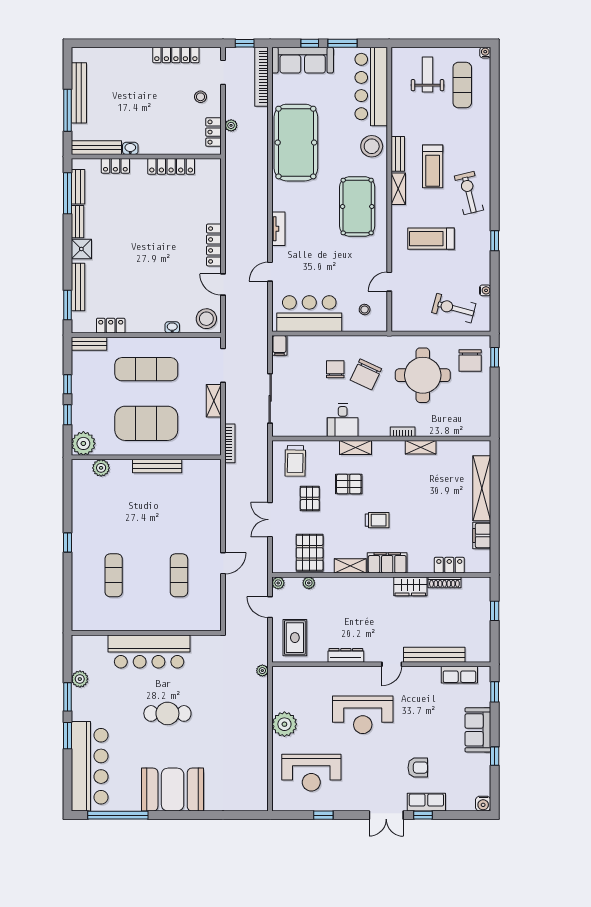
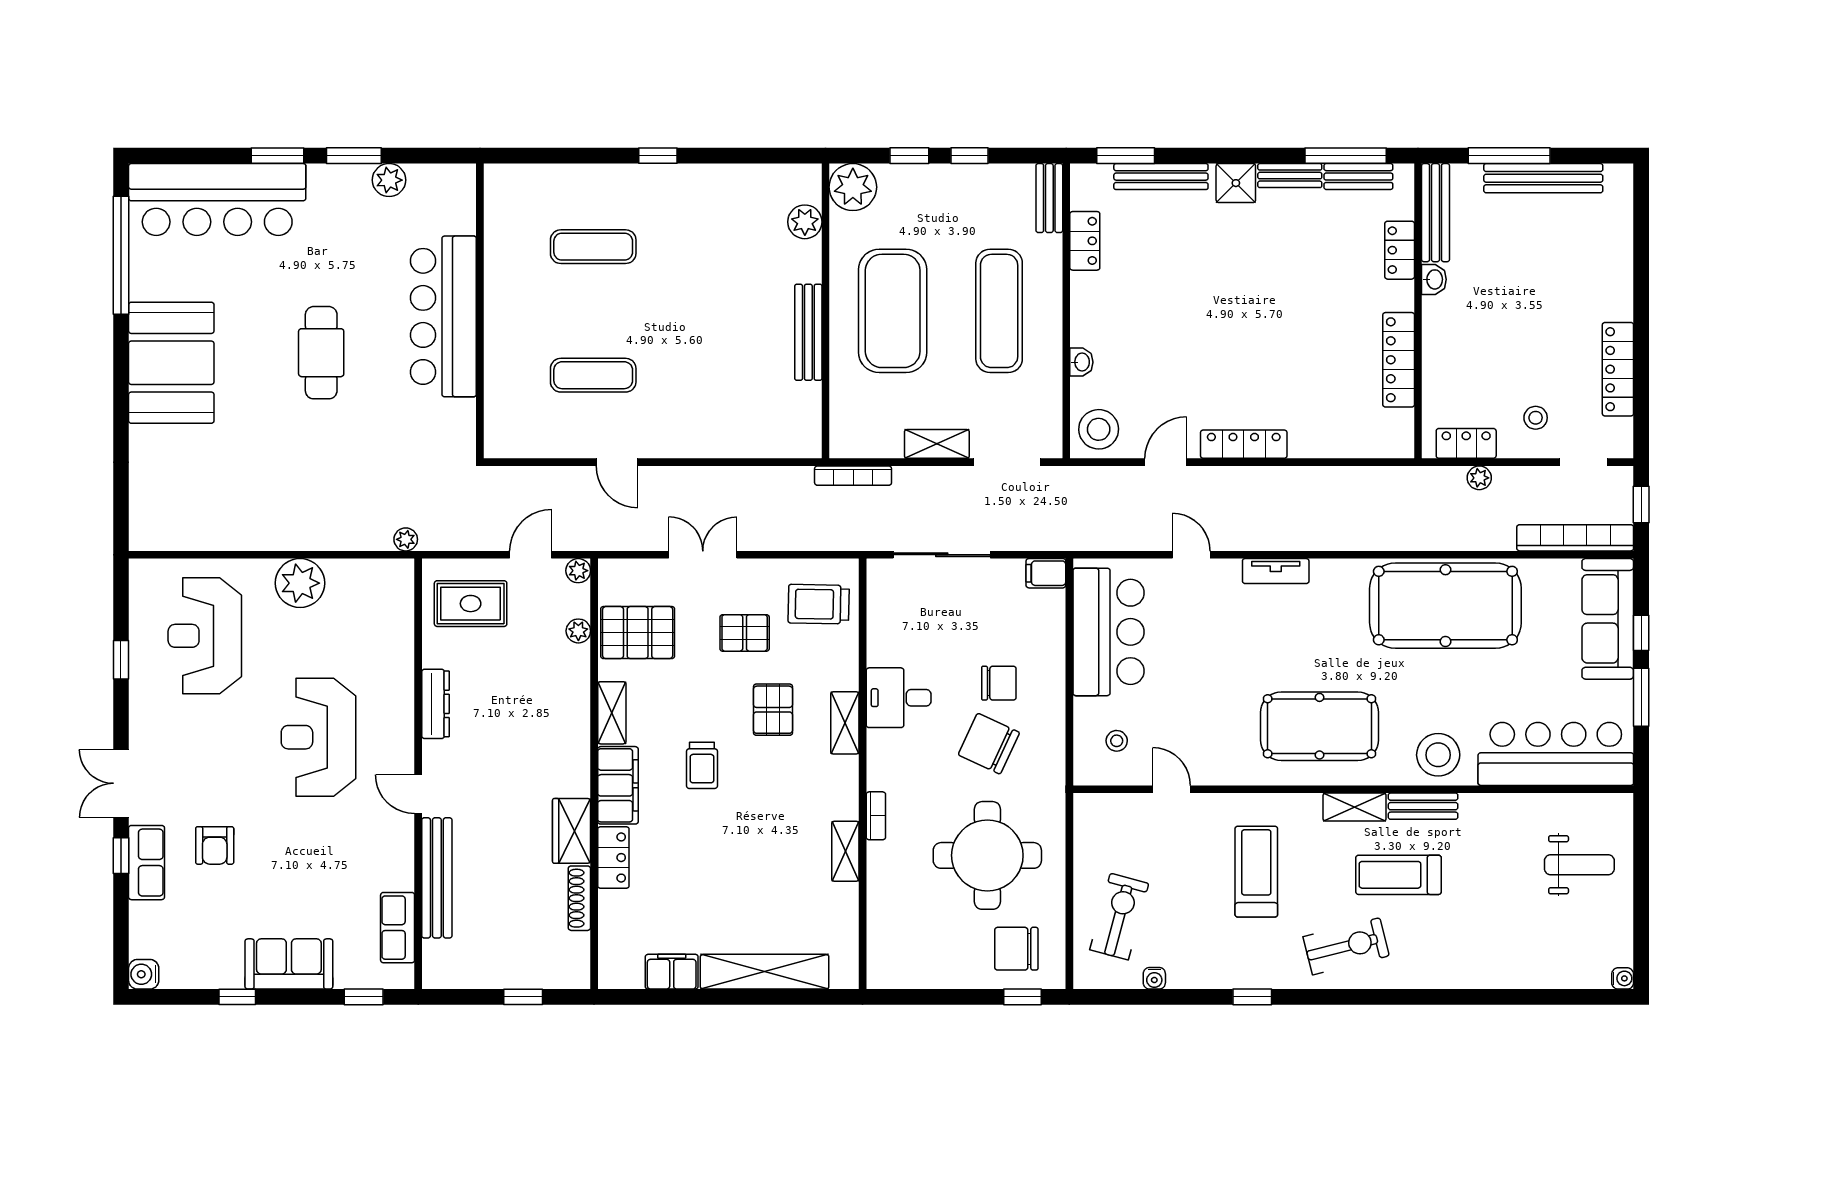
exercise mat: (462, 85) -> (1559, 933), removed
locker: (449, 565) -> (613, 858), moved

